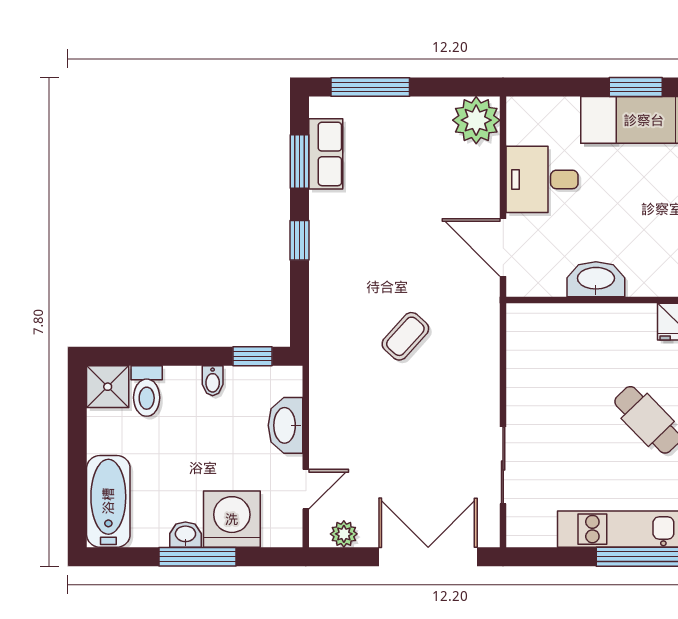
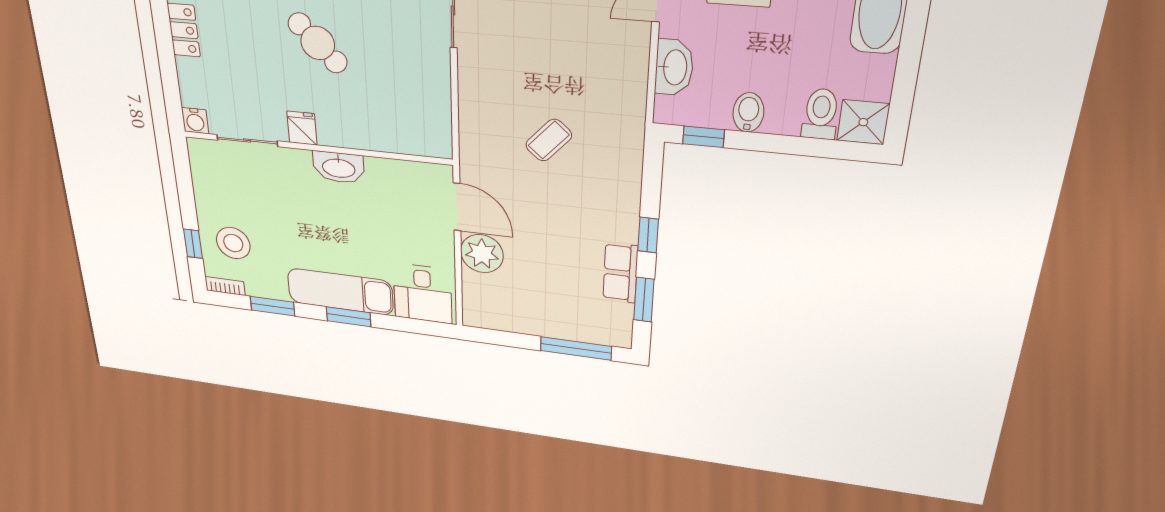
plant: (476, 120) -> (482, 254), moved
row of seats: (326, 154) -> (620, 273), moved
desk: (542, 179) -> (423, 294), moved, turned 90
washbasin: (596, 279) -> (339, 167), moved
bidet: (213, 381) -> (748, 112), width x1.38, depth x1.36

